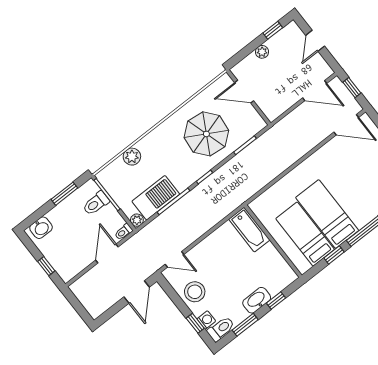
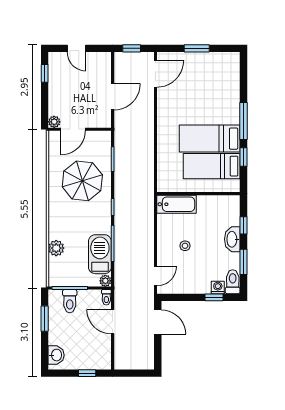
plant: (262, 52) -> (54, 122), moved
door: (315, 91) -> (113, 97), moved
stool: (195, 292) -> (185, 246), moved, width x0.53, depth x0.53

